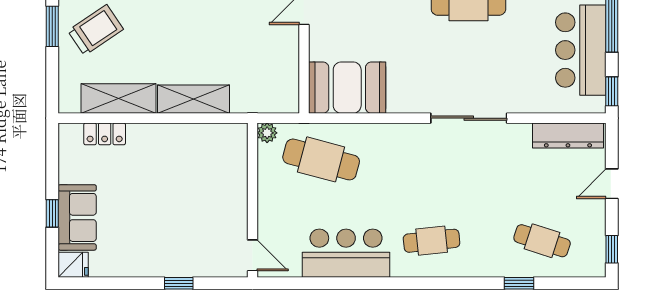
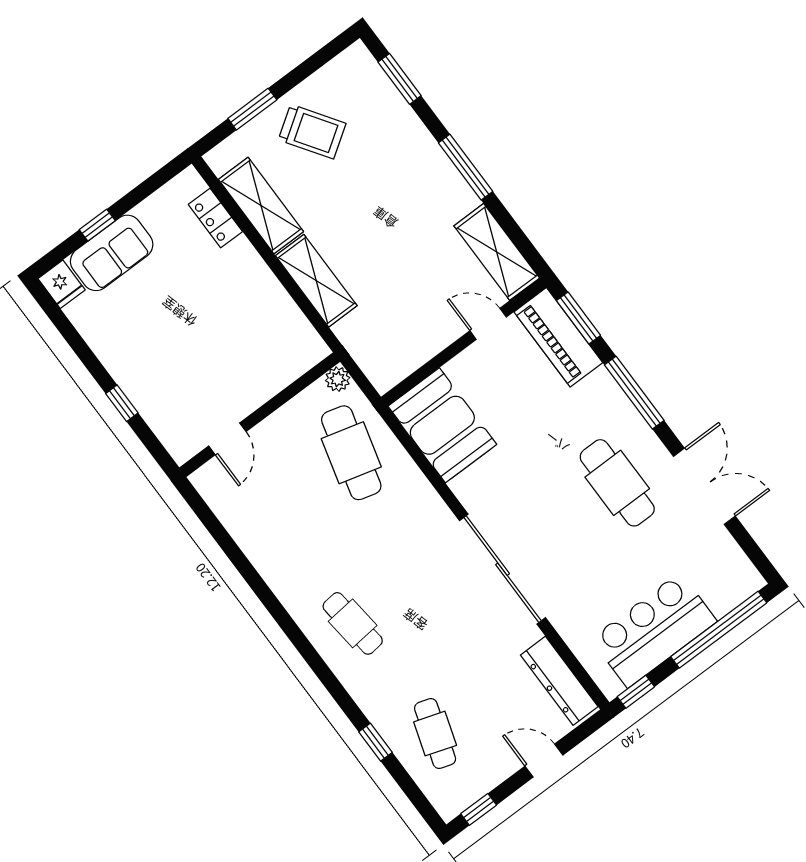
window: (52, 26) -> (252, 109), moved
sliding door: (469, 118) -> (503, 569), width x1.36
bar counter: (346, 253) -> (277, 547), removed
door: (252, 255) -> (227, 439), moved

